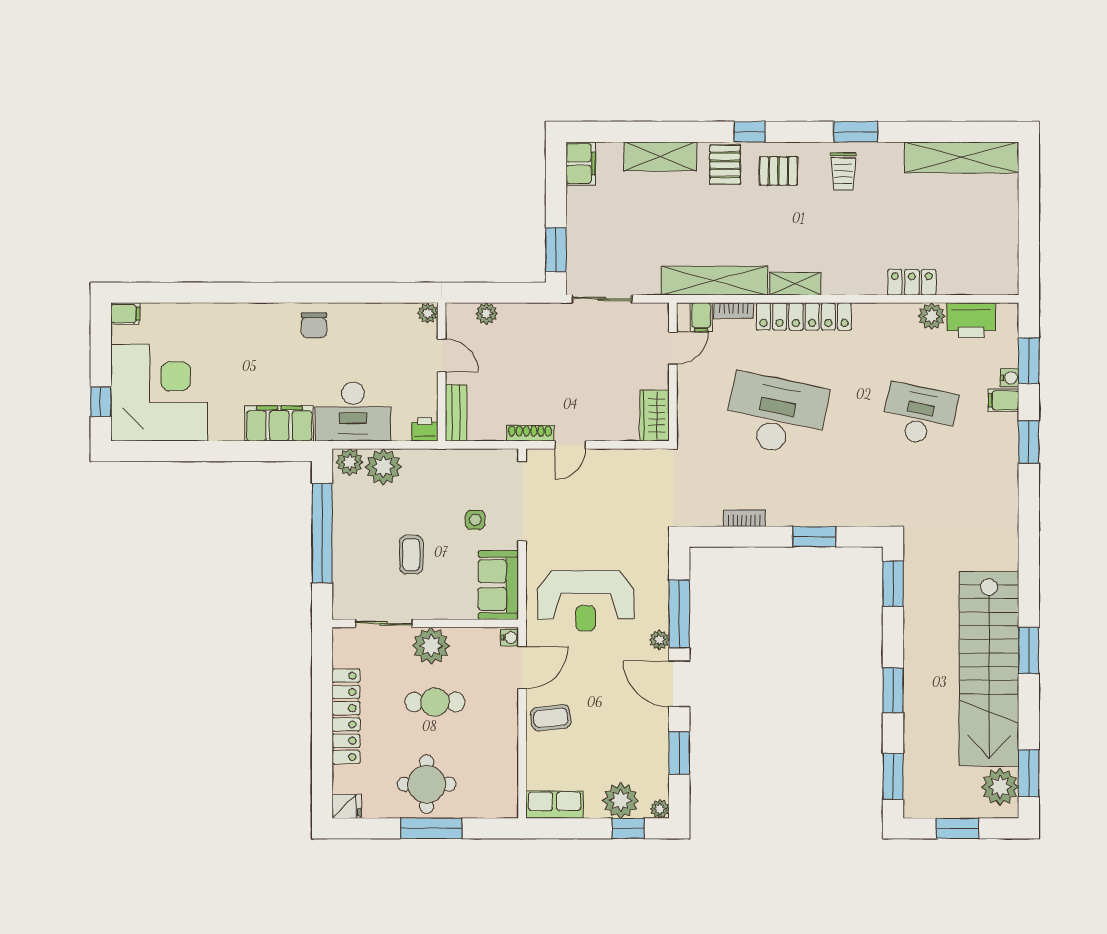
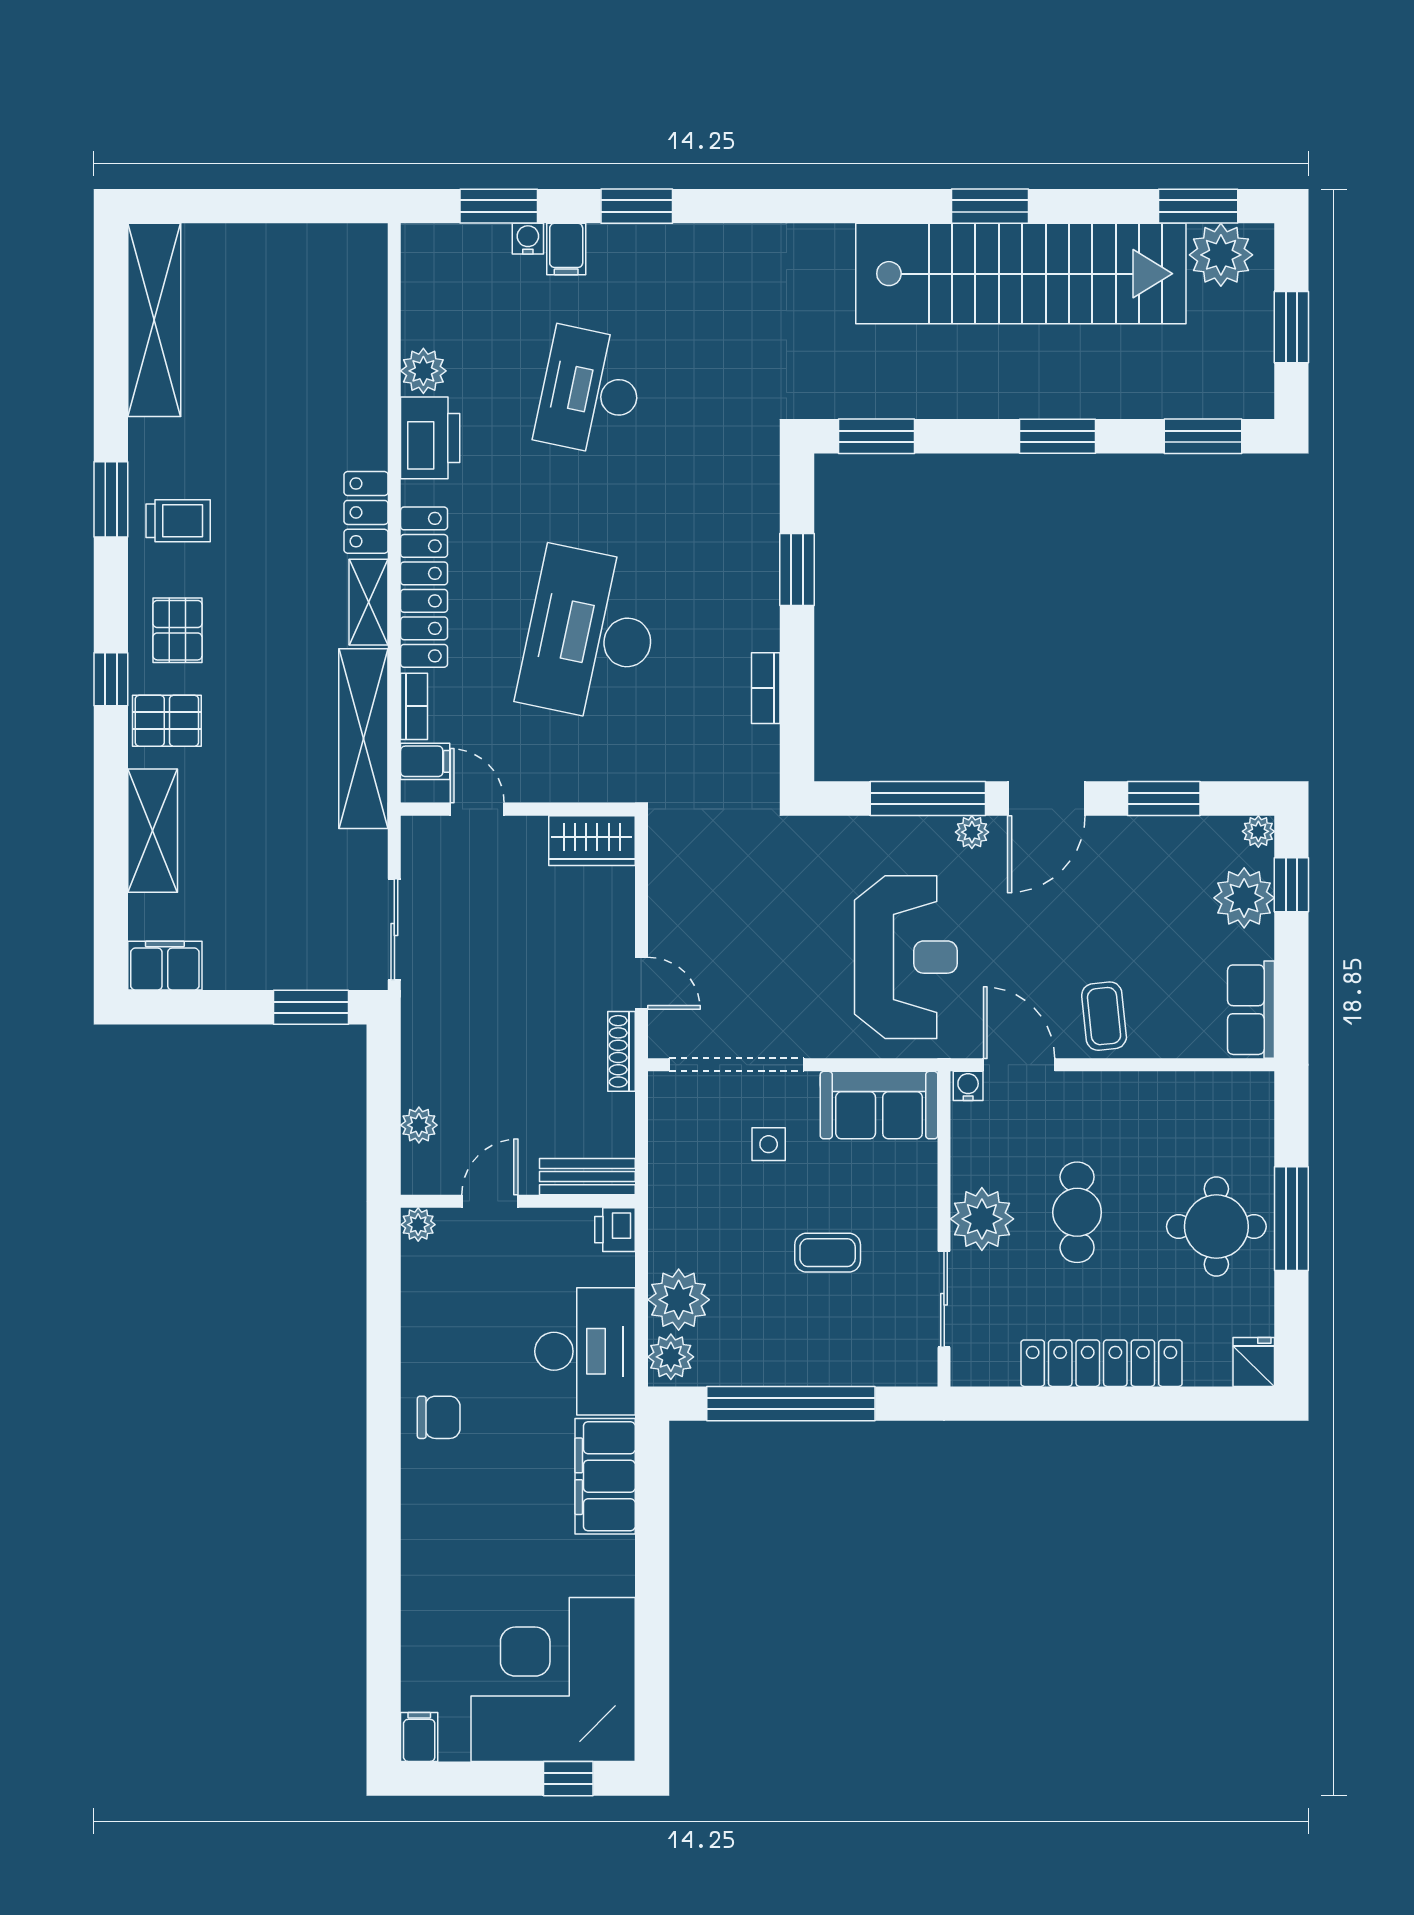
locker: (912, 282) -> (366, 512), moved
printer: (971, 320) -> (430, 438), moved

